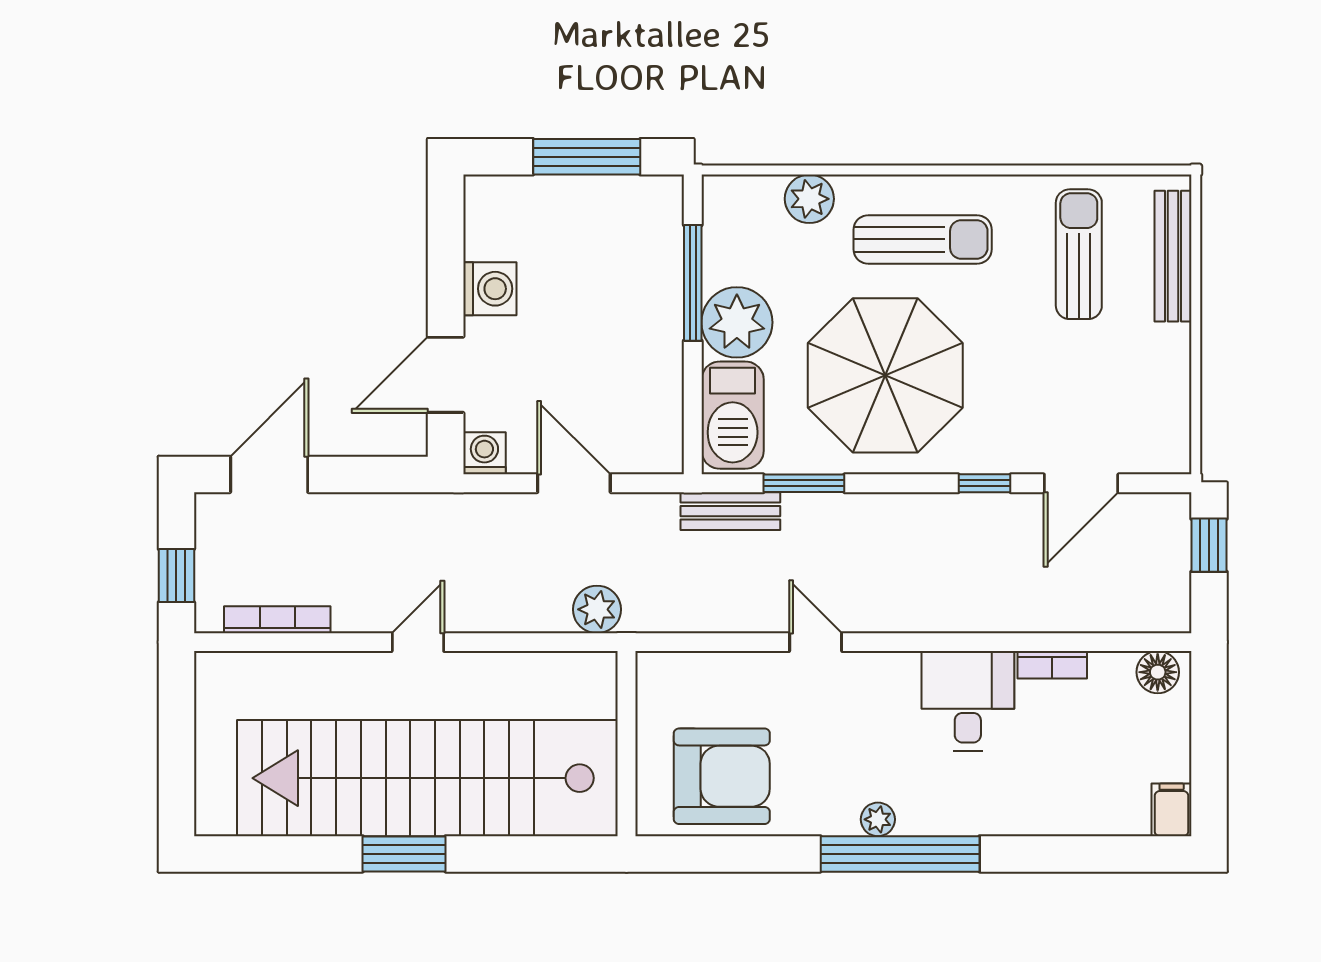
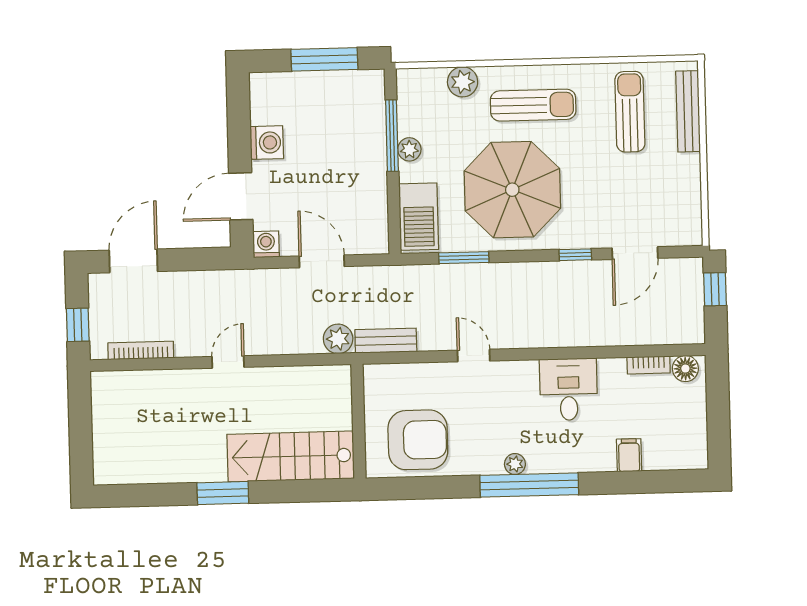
plant: (737, 322) -> (409, 149), width x0.53, depth x0.53
bench: (730, 511) -> (386, 341), moved
bookcase: (1052, 665) -> (649, 365), moved
stairs: (427, 778) -> (291, 456), width x0.54, depth x0.66
filing cabinet: (1172, 810) -> (629, 455), moved

